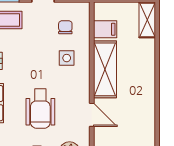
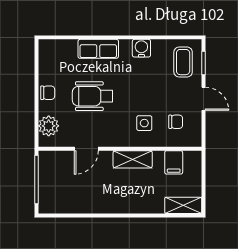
shelving: (105, 69) -> (133, 159), width x0.67, depth x0.75

